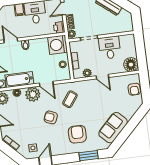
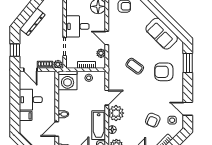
printer: (59, 27) -> (50, 77), removed
door: (102, 77) -> (107, 38), swing flipped
coffee table: (70, 99) -> (135, 66), moved
armchair: (51, 117) -> (153, 120), moved

